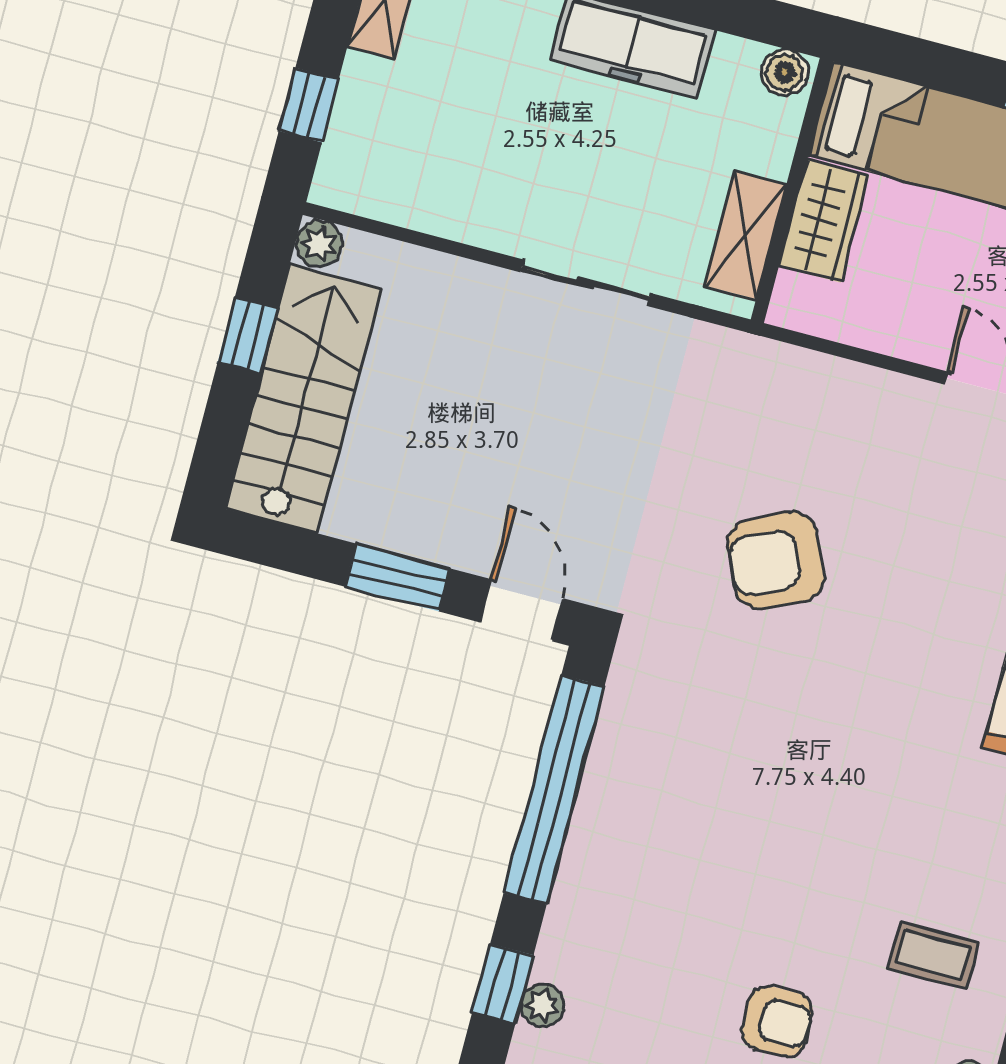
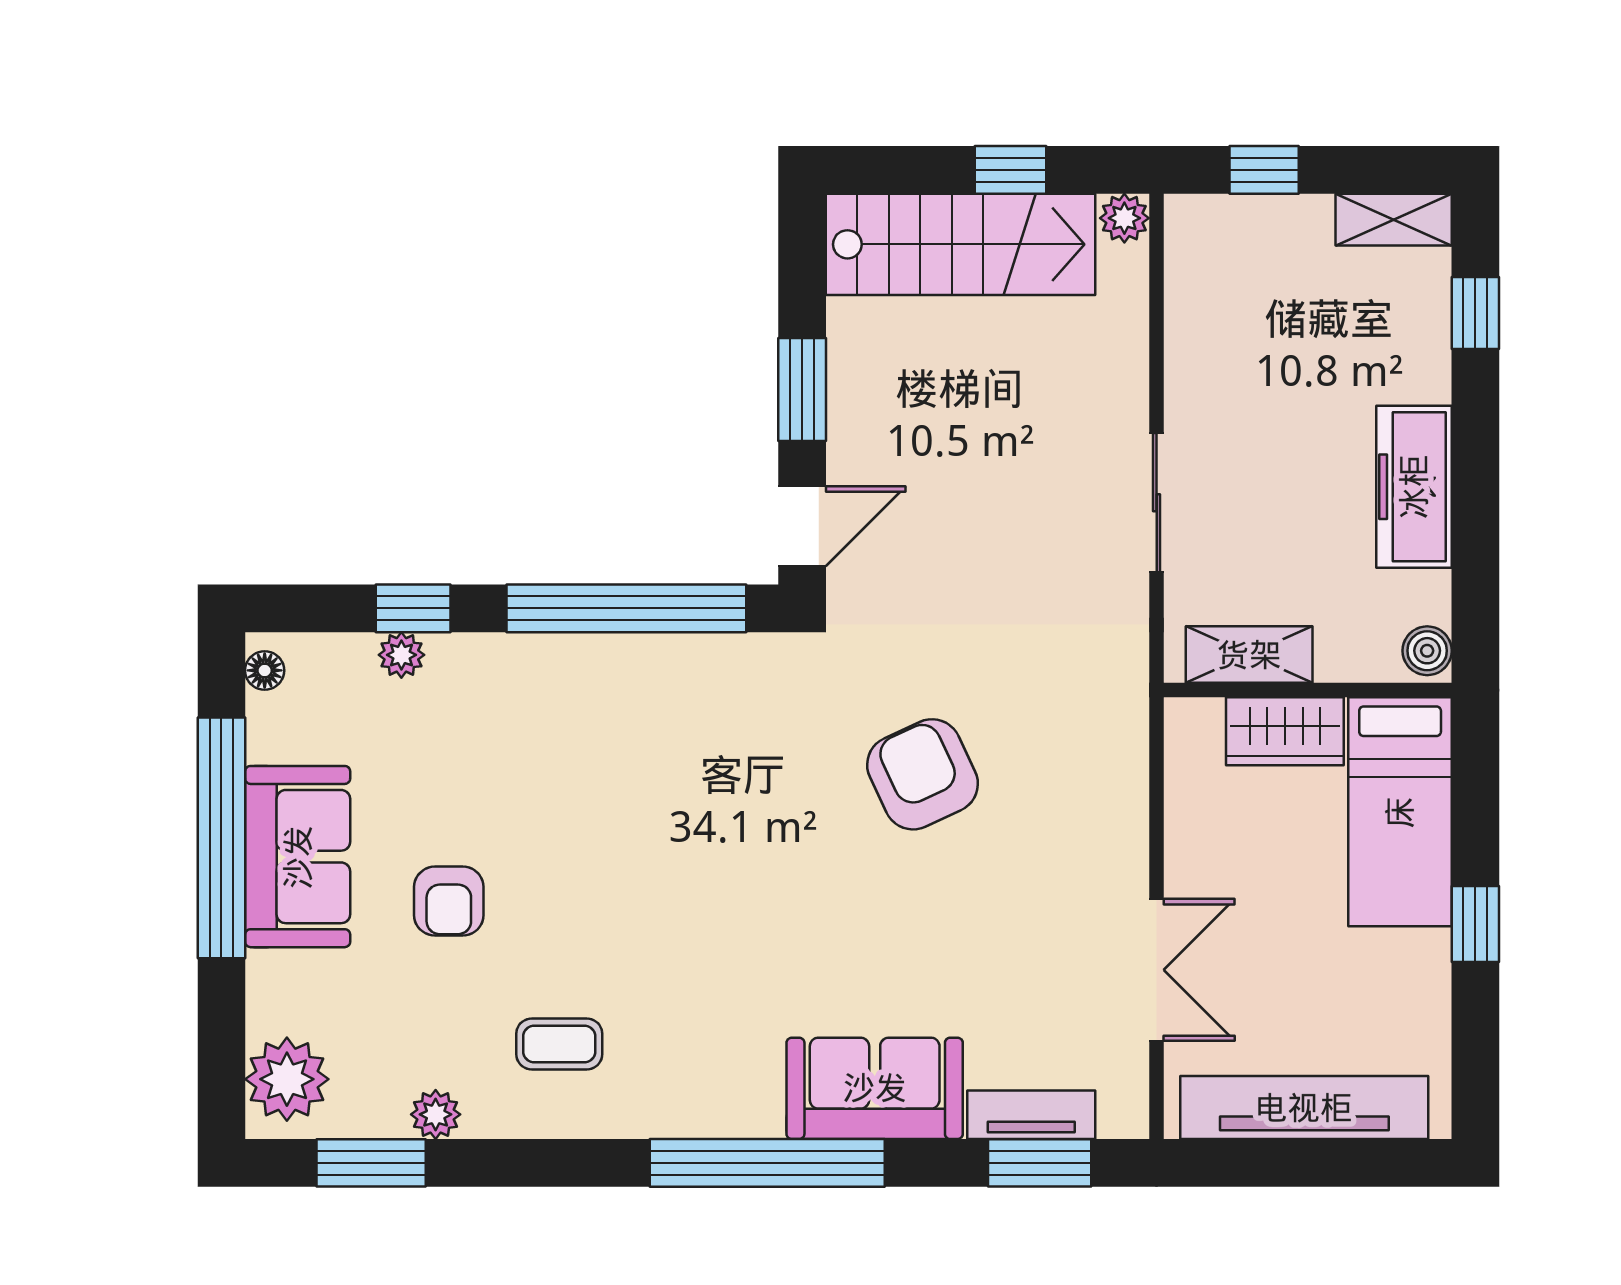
coffee table: (934, 955) -> (559, 1044), turned 90

